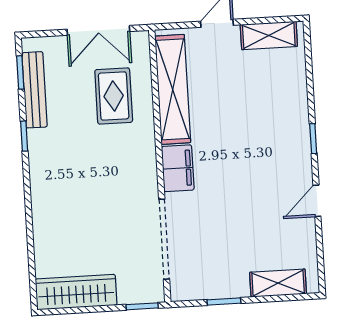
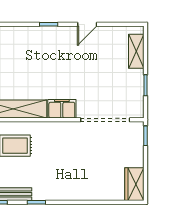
door: (317, 201) -> (87, 24), hinge flipped
wardrobe: (76, 292) -> (134, 184), width x0.67

